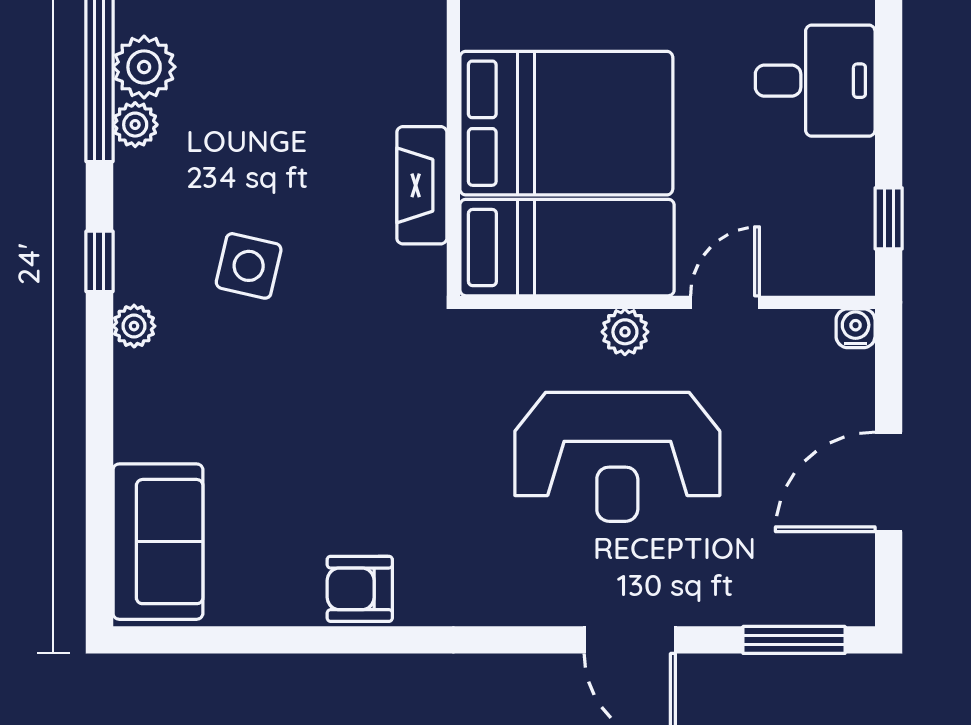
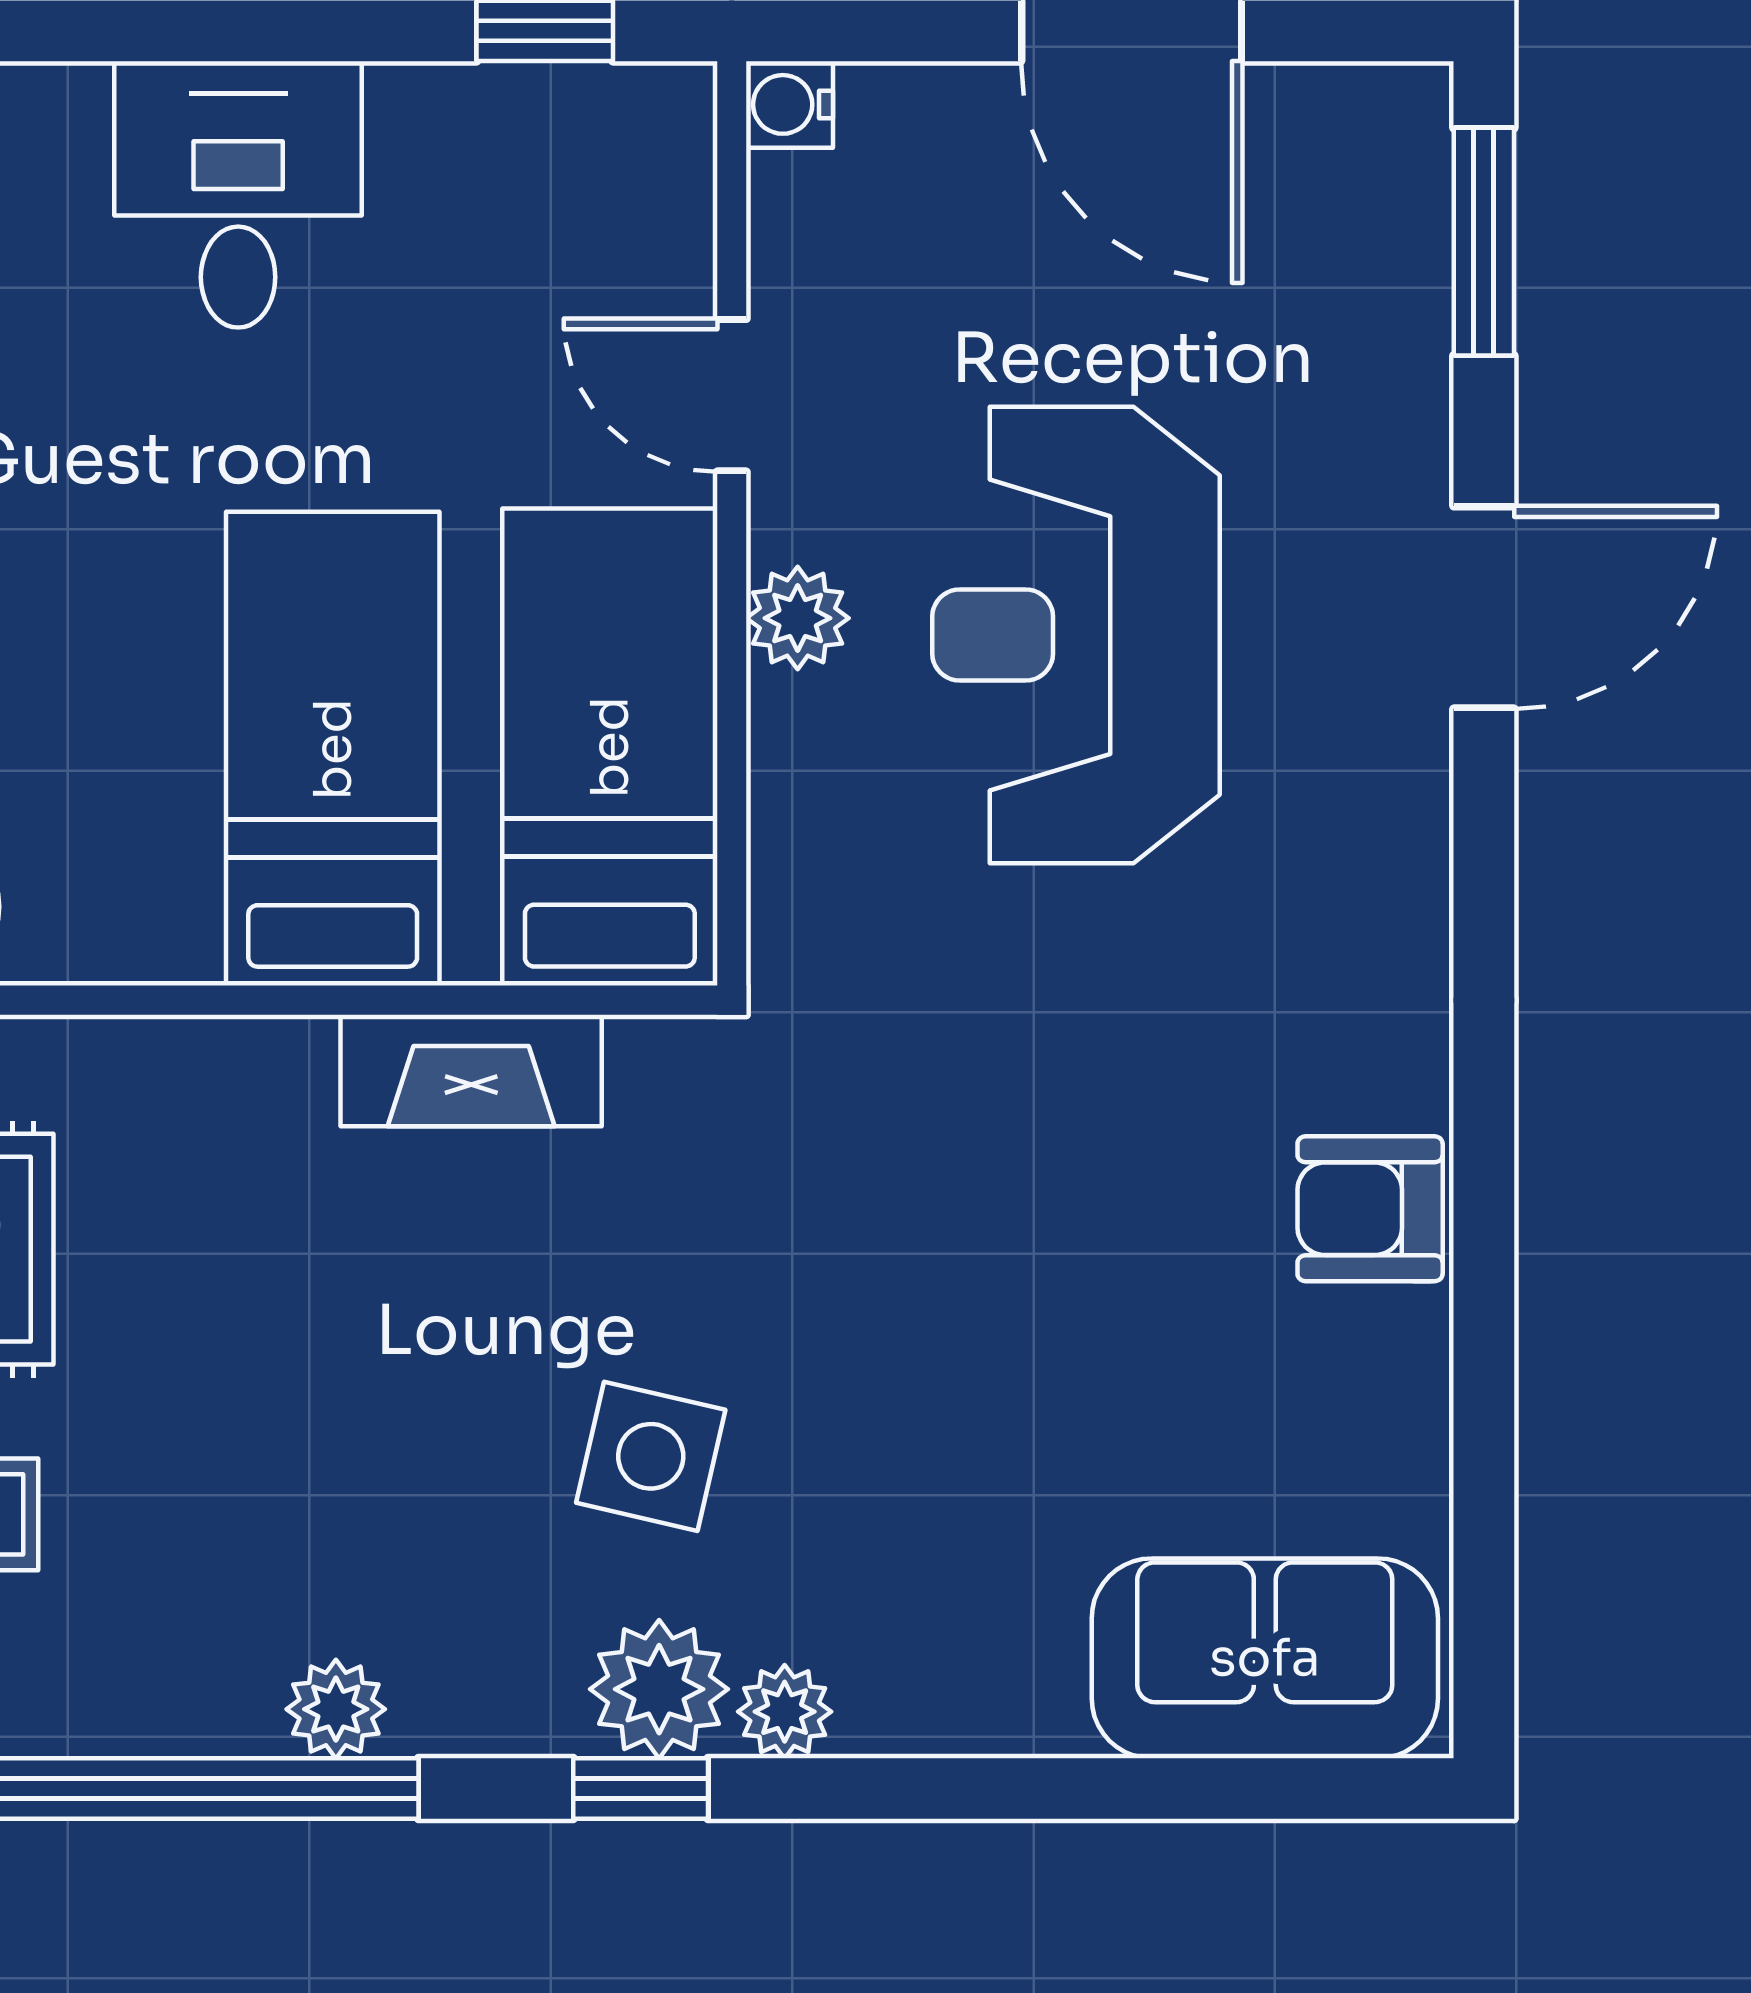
plant: (144, 67) -> (659, 1689), moved
bed: (566, 123) -> (333, 749), width x0.67
reception desk: (617, 457) -> (1076, 635), turned 180
armchair: (360, 589) -> (1370, 1209), turned 90

